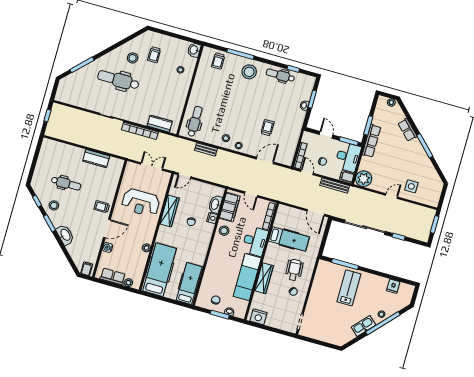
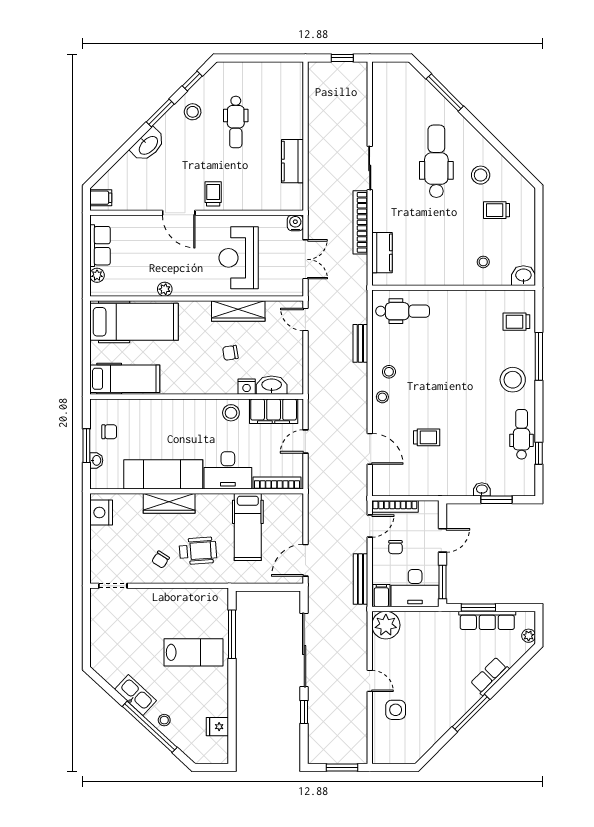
row of seats: (371, 141) -> (487, 620), moved
water cooler: (108, 247) -> (295, 223), moved

